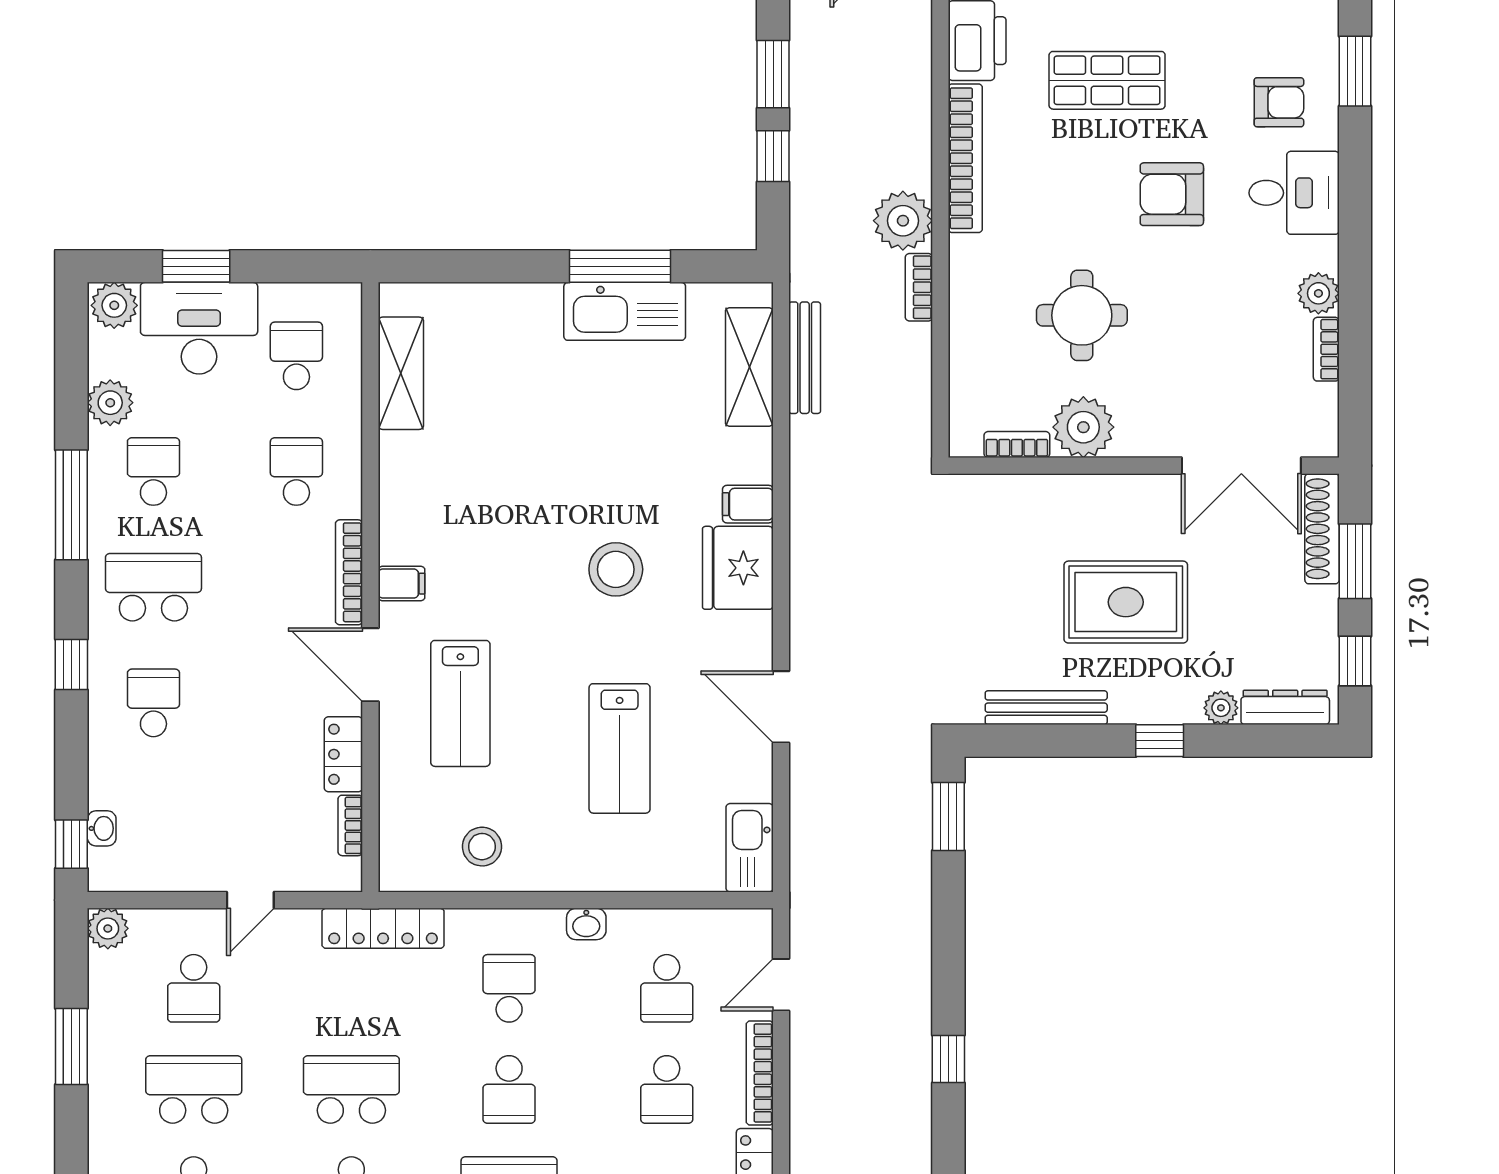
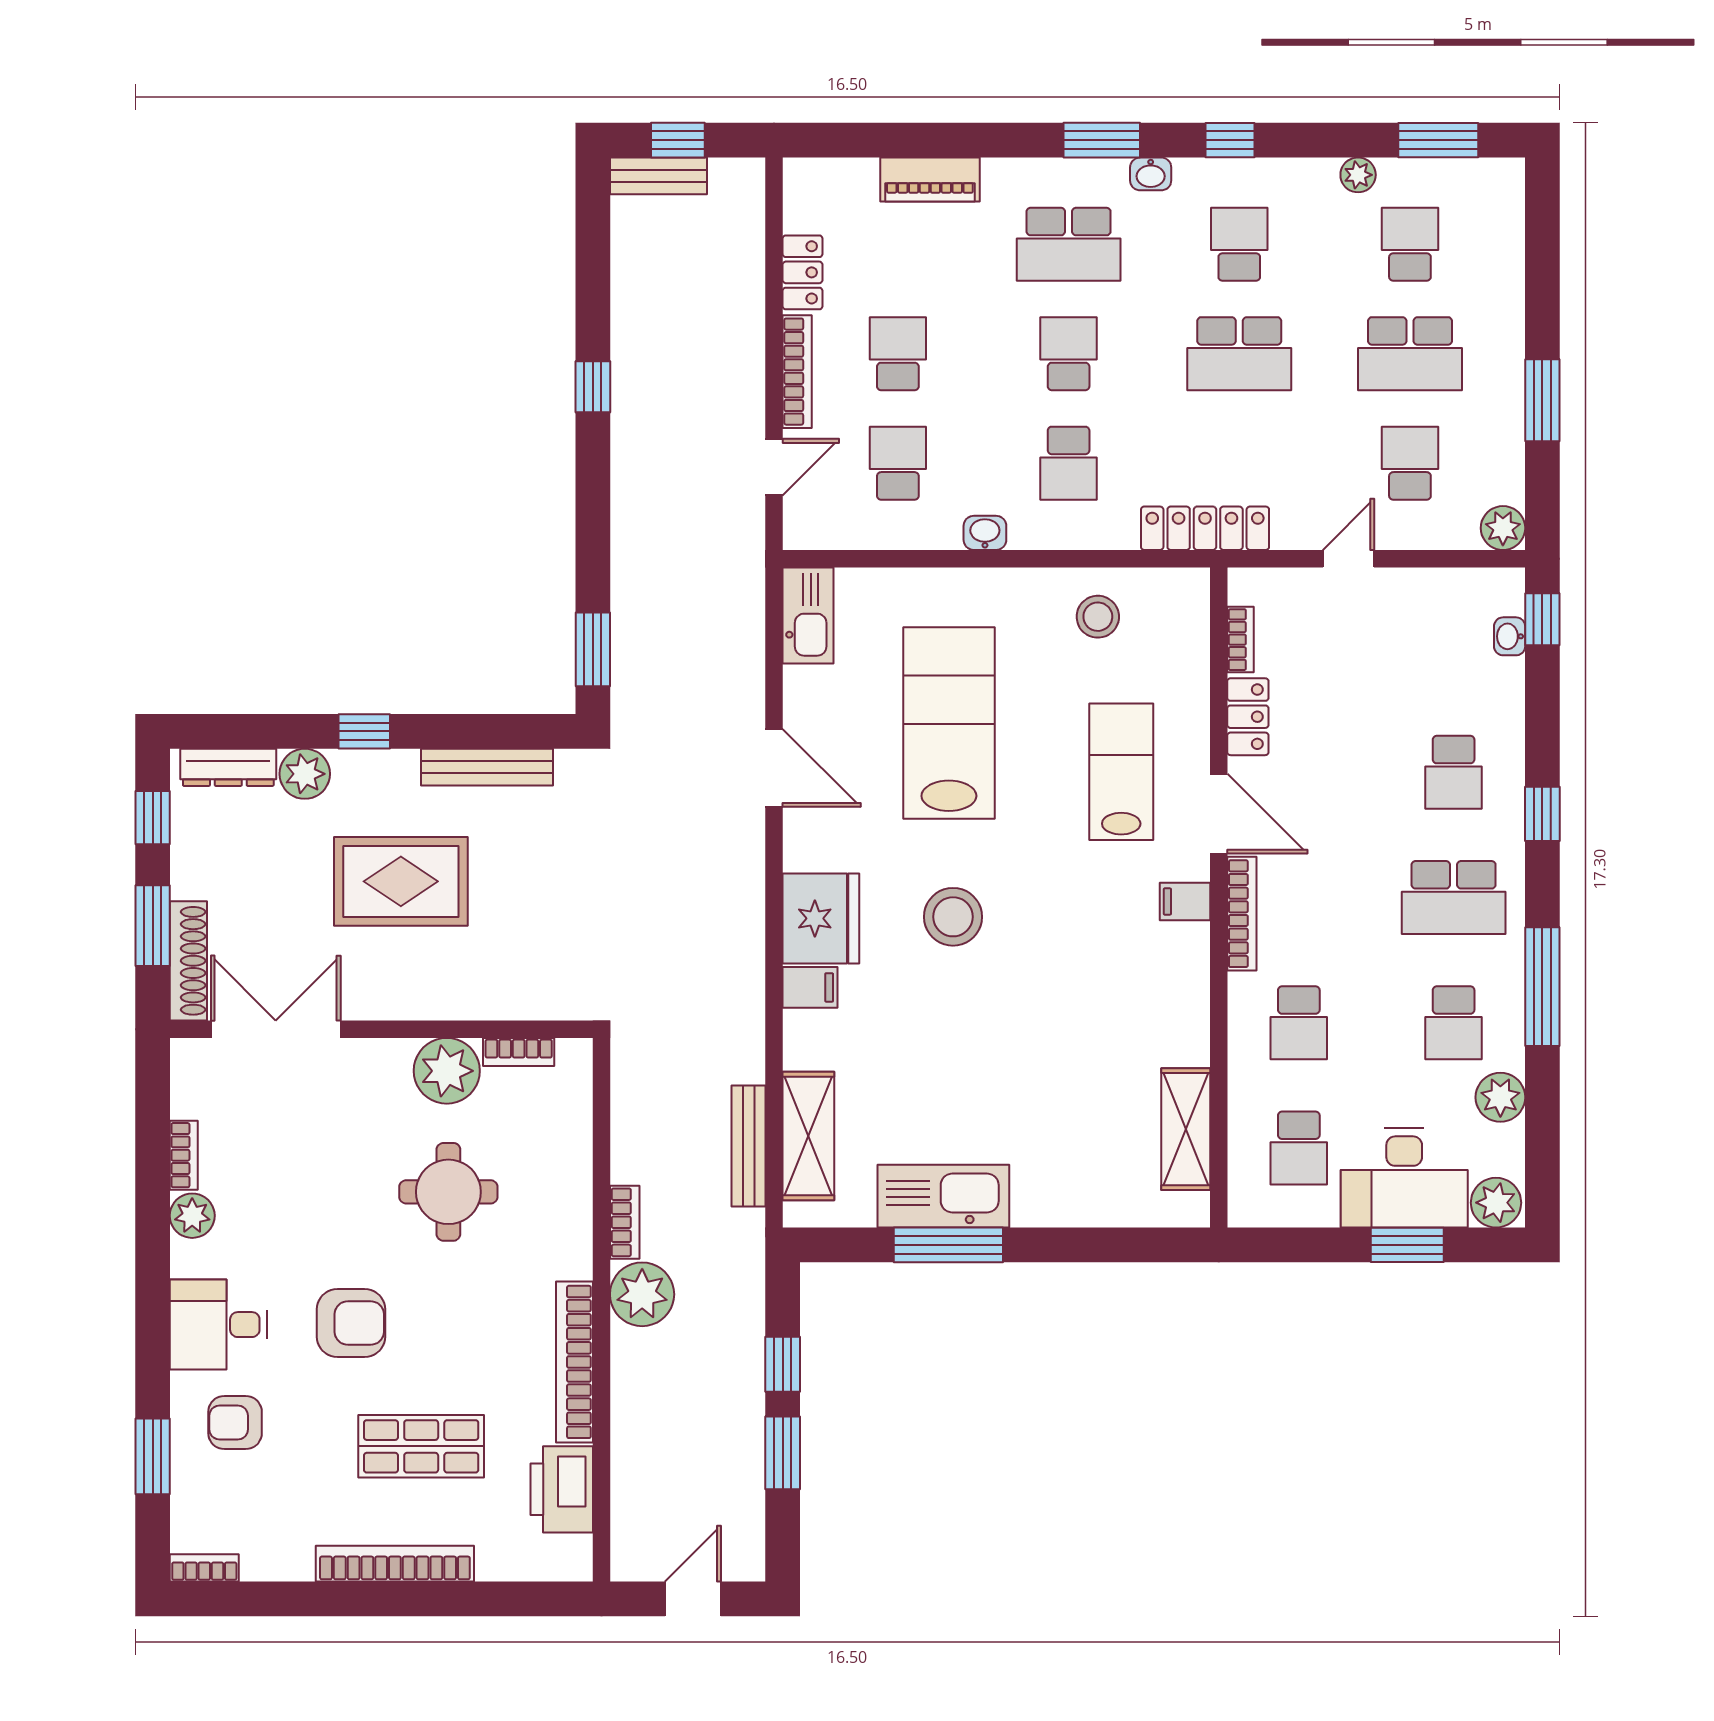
plant: (1221, 708) -> (305, 774), width x1.38, depth x1.38
lab bench: (620, 748) -> (949, 723), width x1.36, depth x1.39

